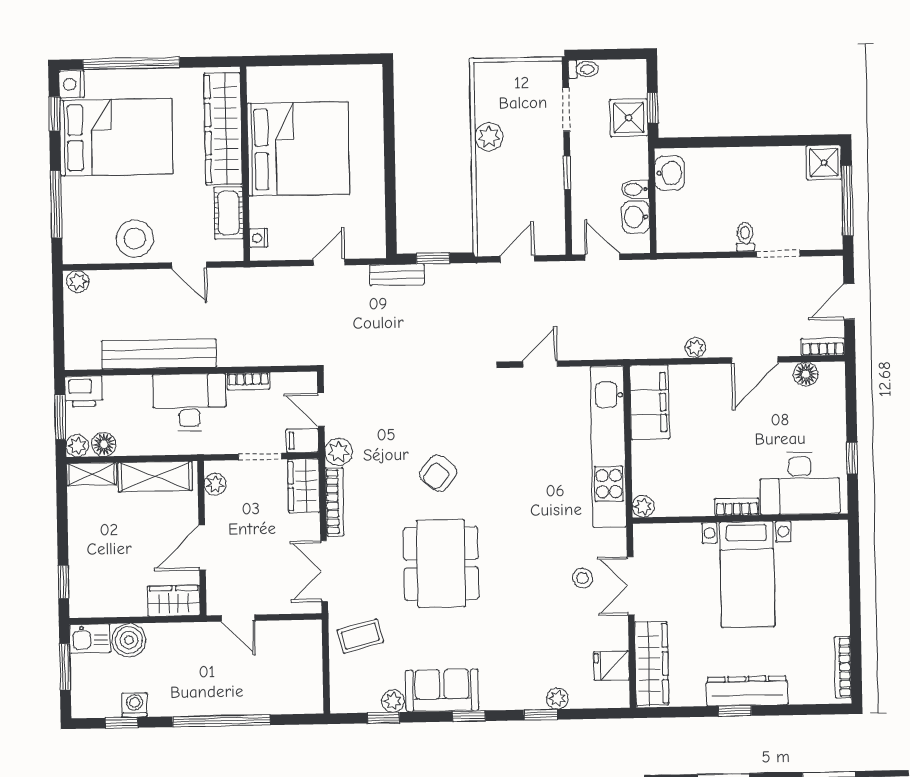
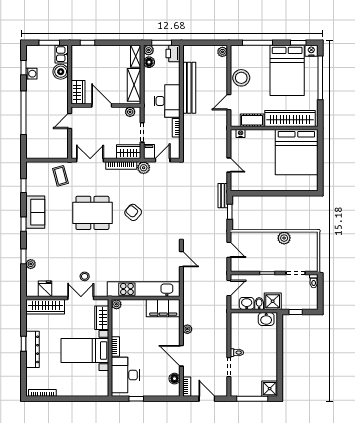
shower: (629, 118) -> (273, 301), moved
bed: (298, 149) -> (296, 152), moved
wardrobe: (674, 538) -> (102, 318), added
plant: (393, 701) -> (31, 190), removed

